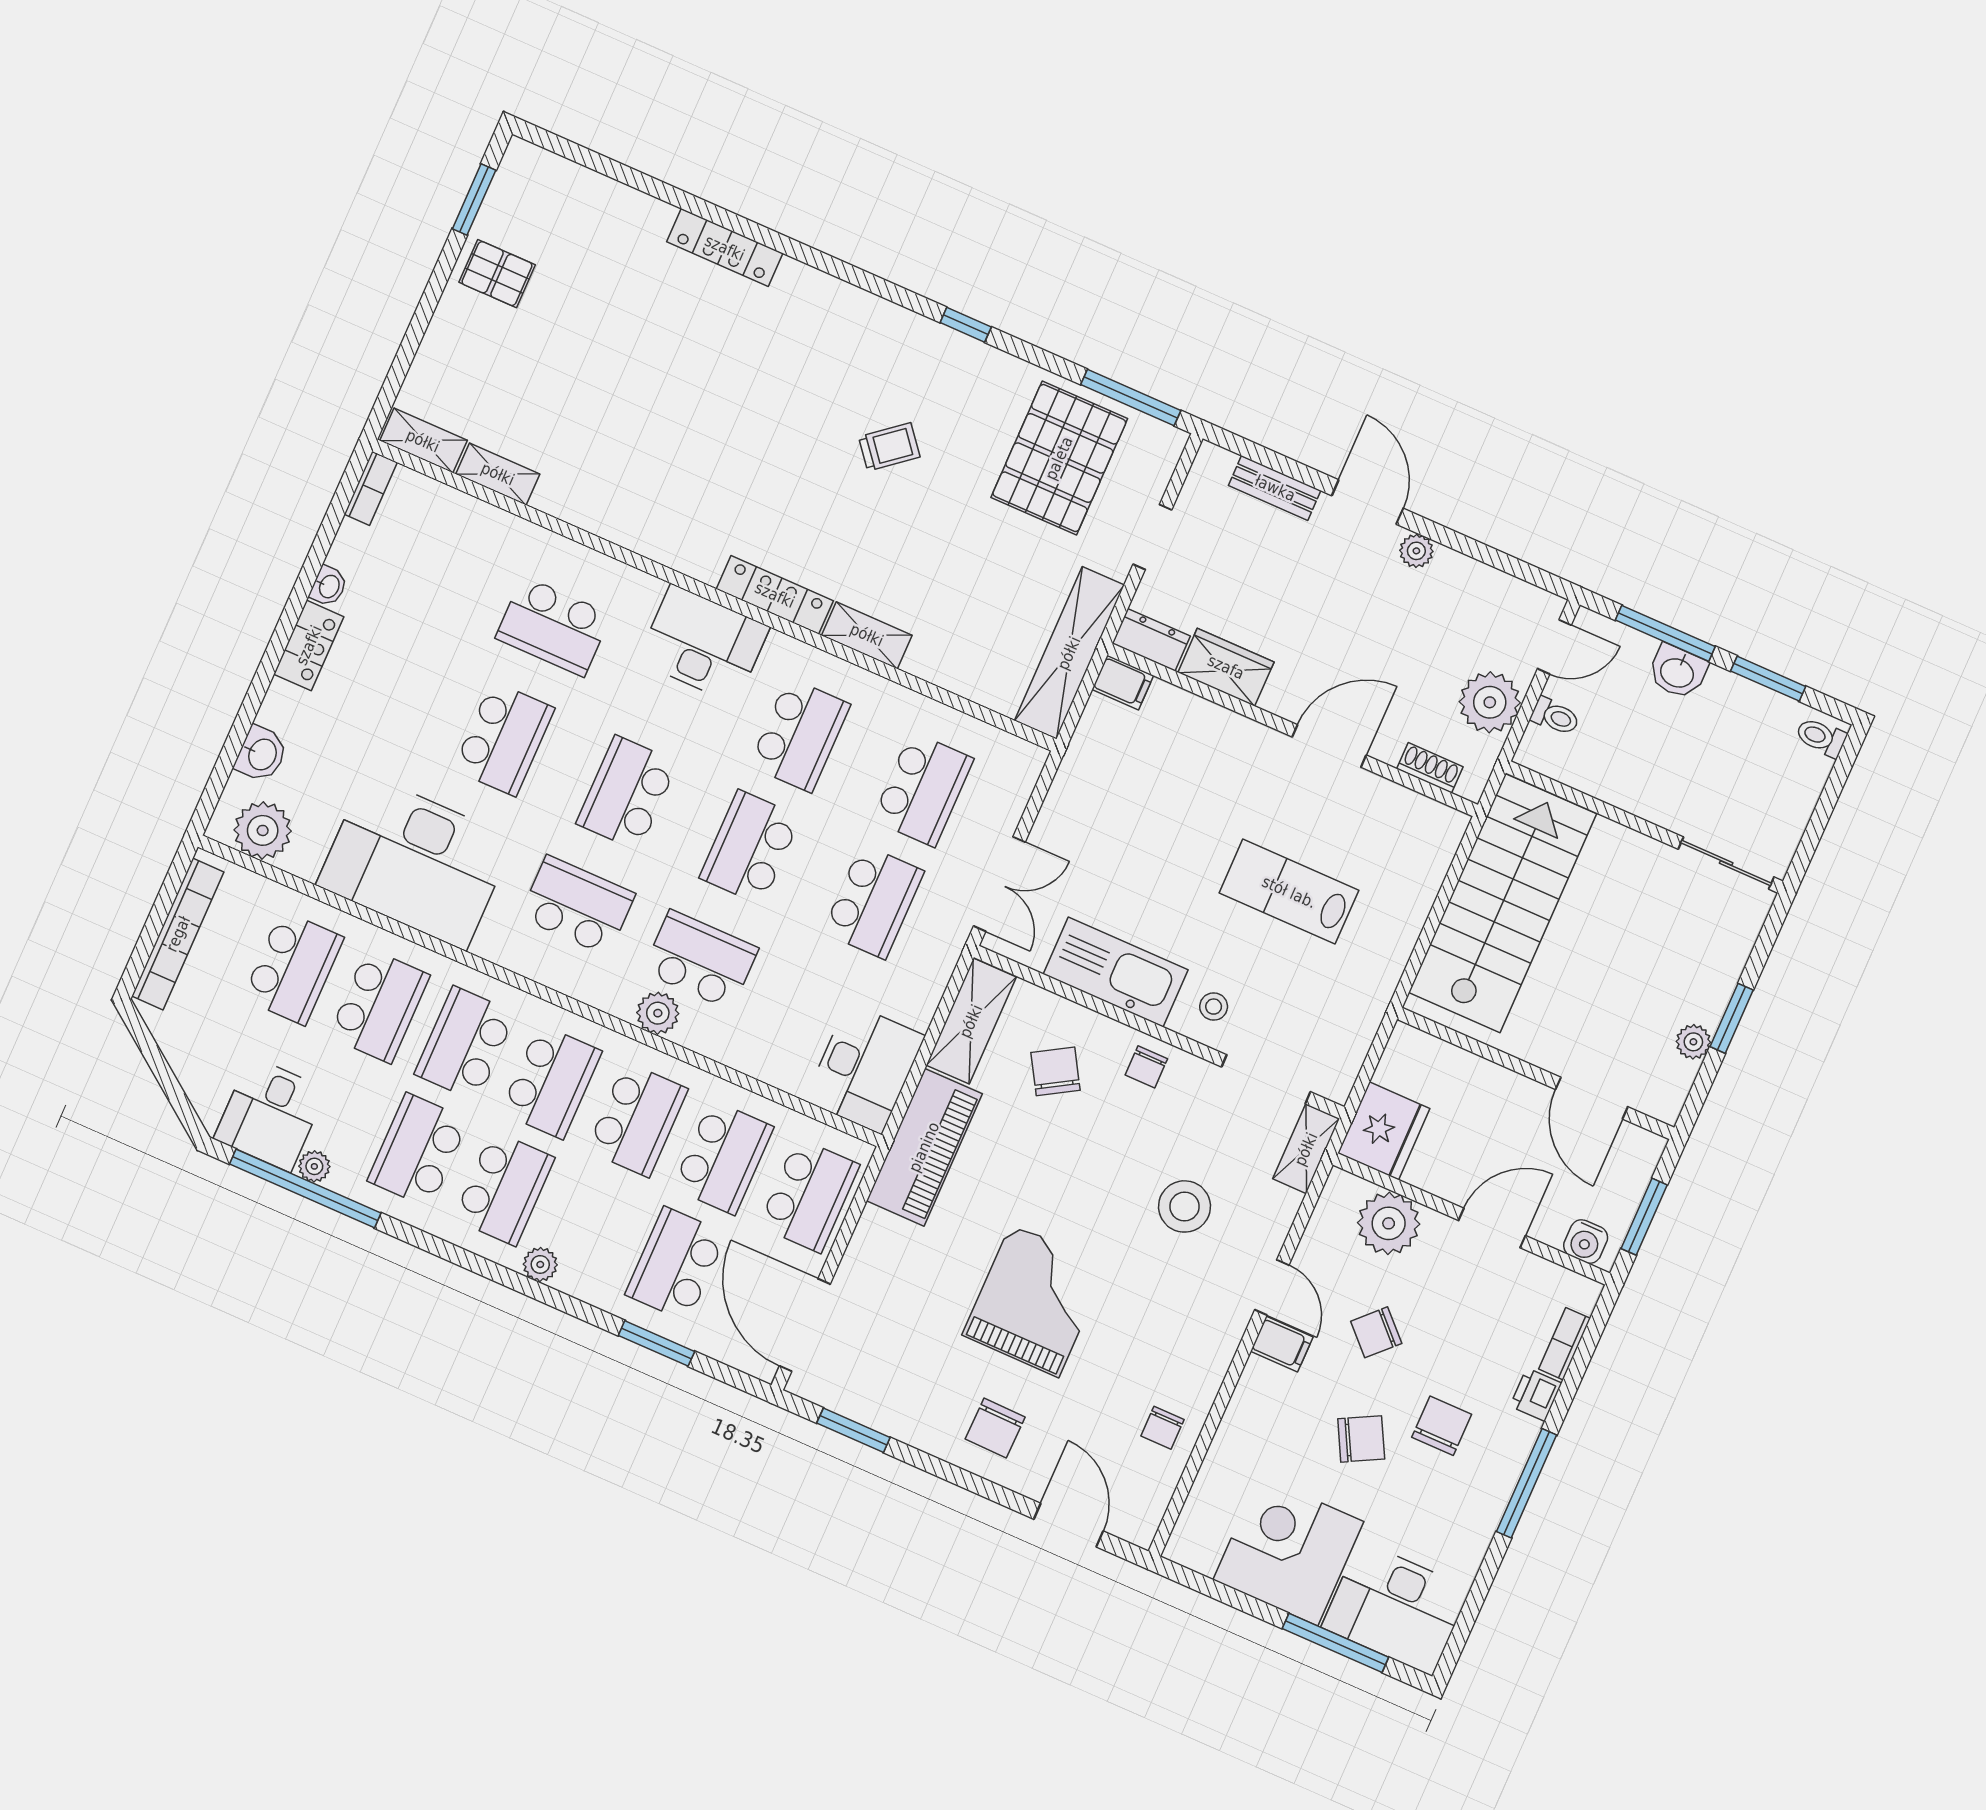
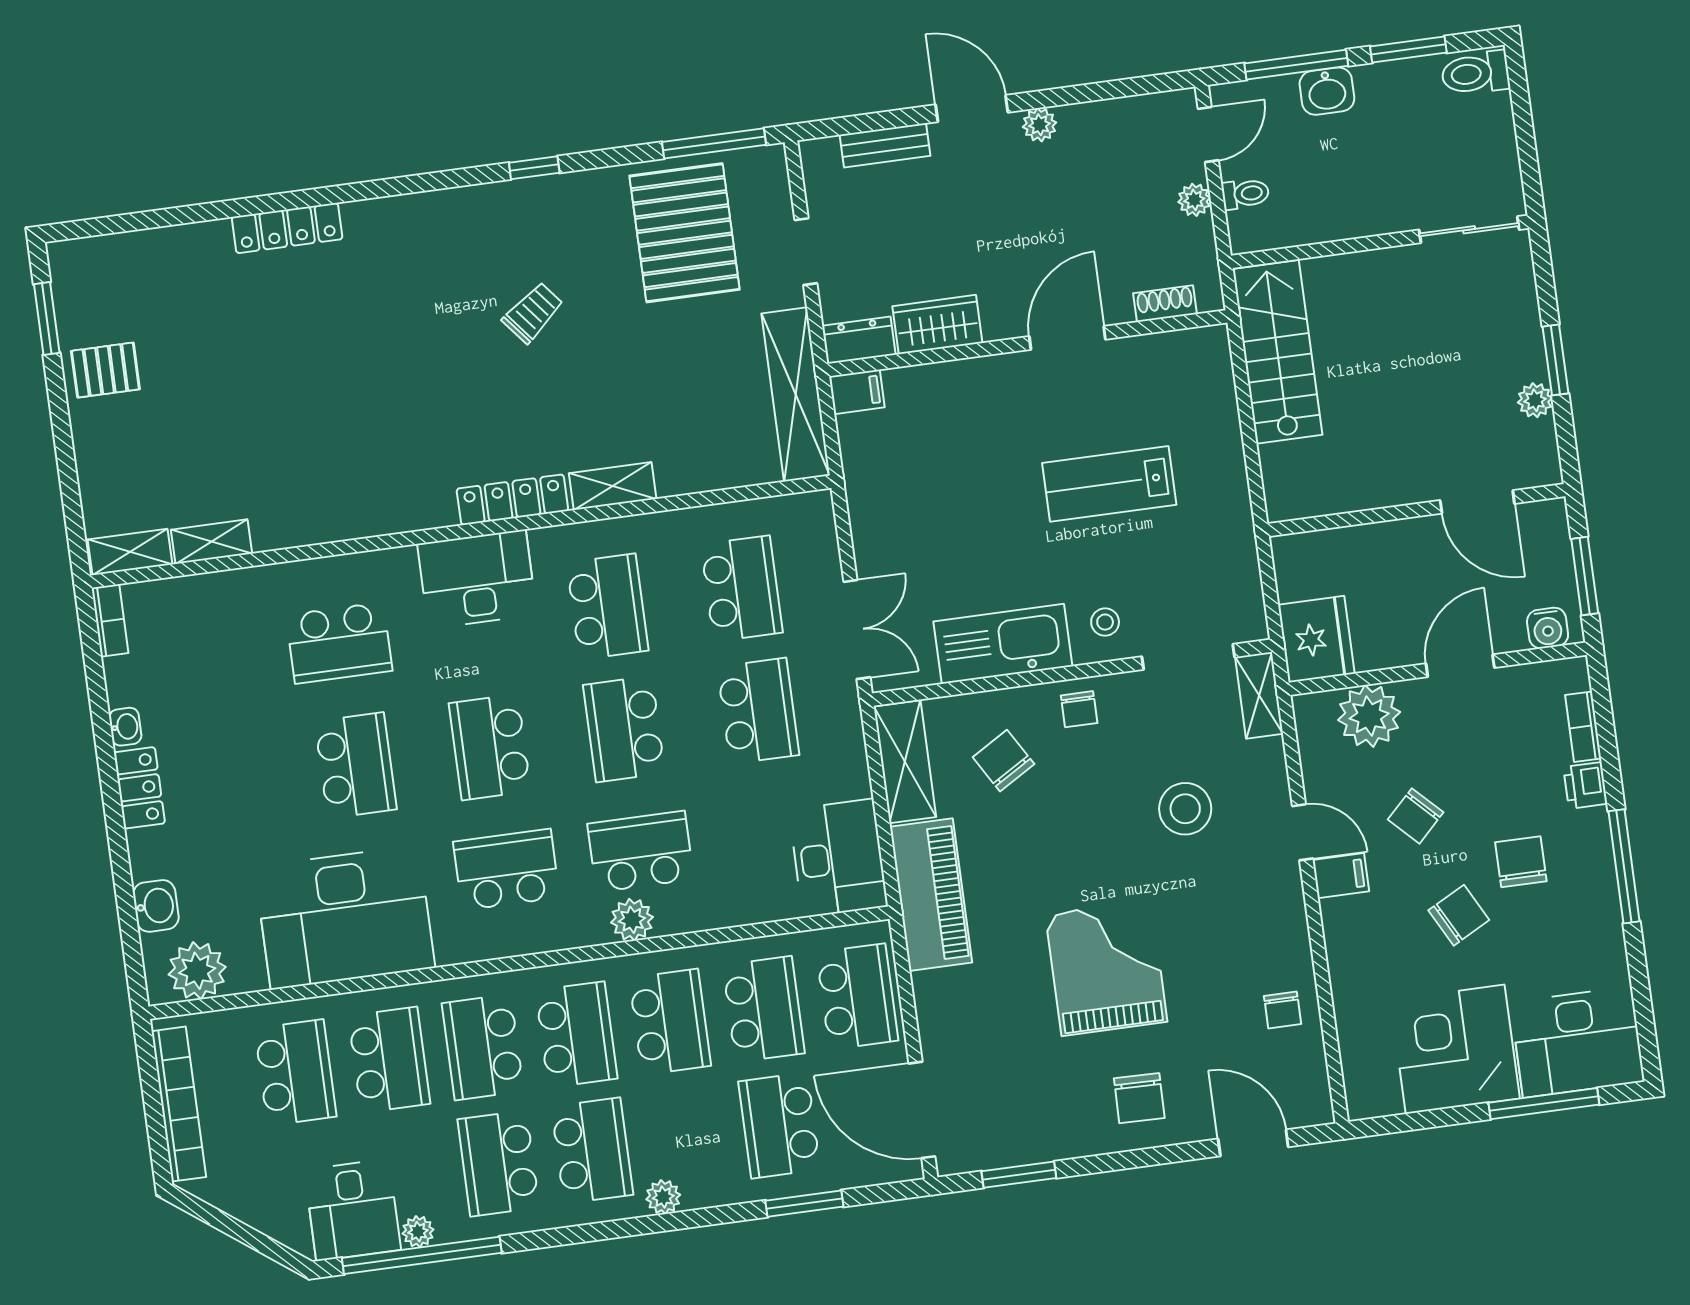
plant: (1490, 702) -> (1194, 200), width x0.53, depth x0.53
toilet: (1821, 737) -> (1475, 73), width x1.37, depth x1.39
stairs: (1503, 903) -> (1277, 352), width x0.73, depth x0.66

